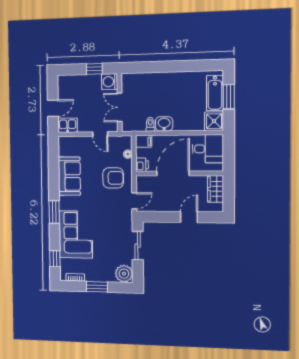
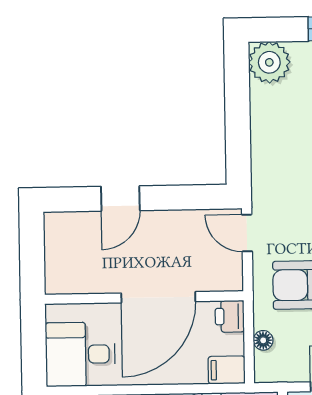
wardrobe: (215, 189) -> (62, 264), removed
door: (134, 201) -> (247, 233), hinge flipped
sliding door: (138, 246) -> (238, 129), removed

